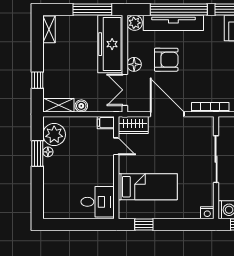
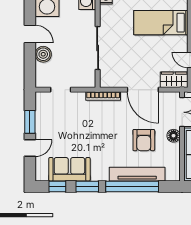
plant: (135, 23) -> (173, 174), removed
armchair: (166, 60) -> (144, 140), turned -90

